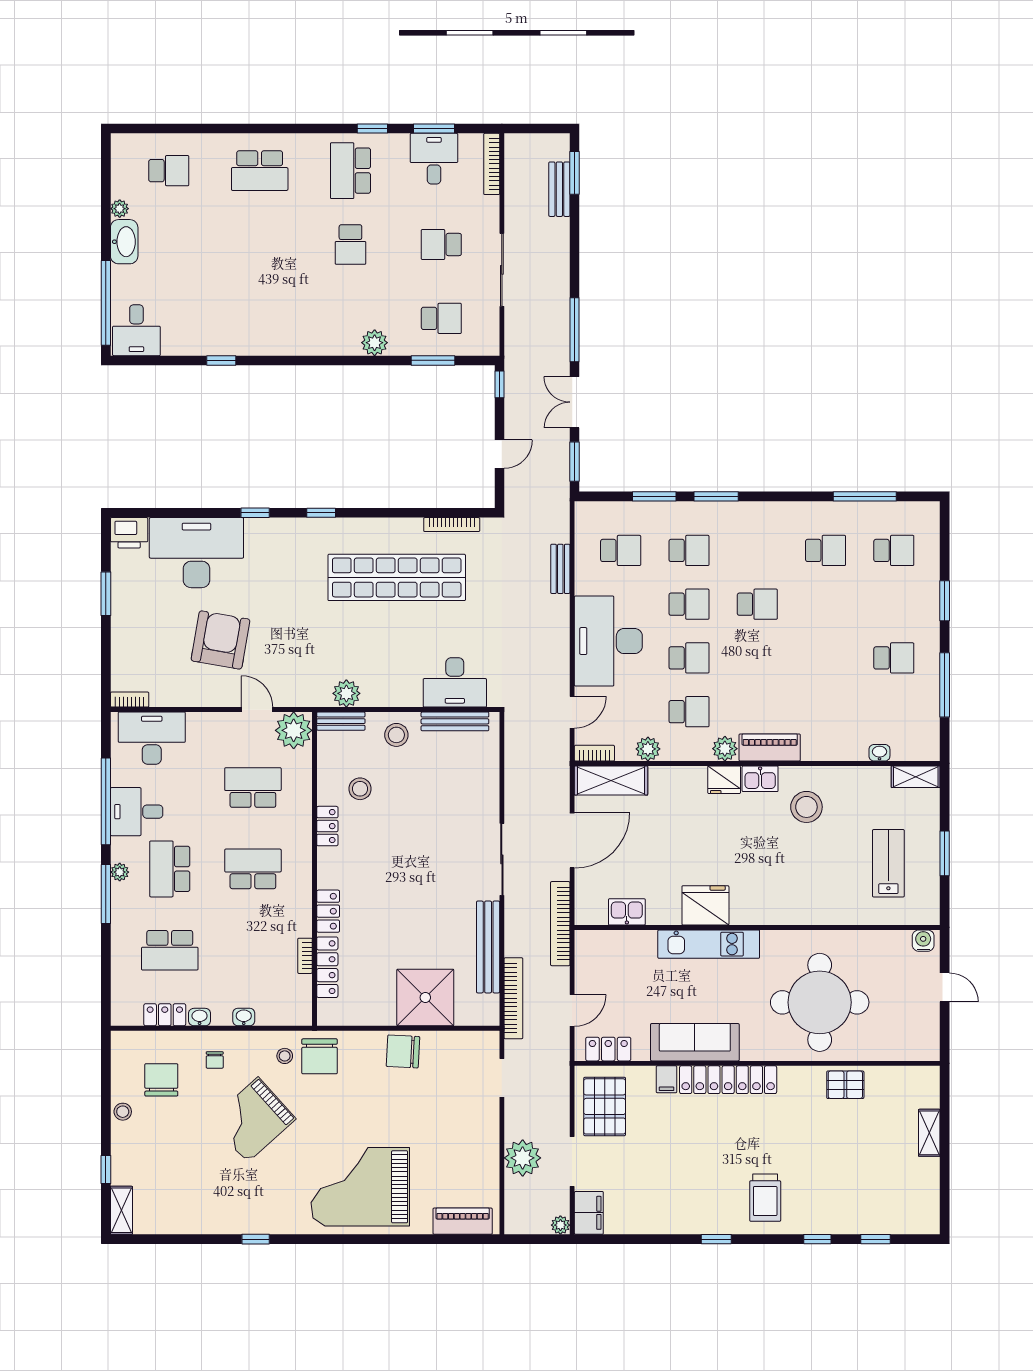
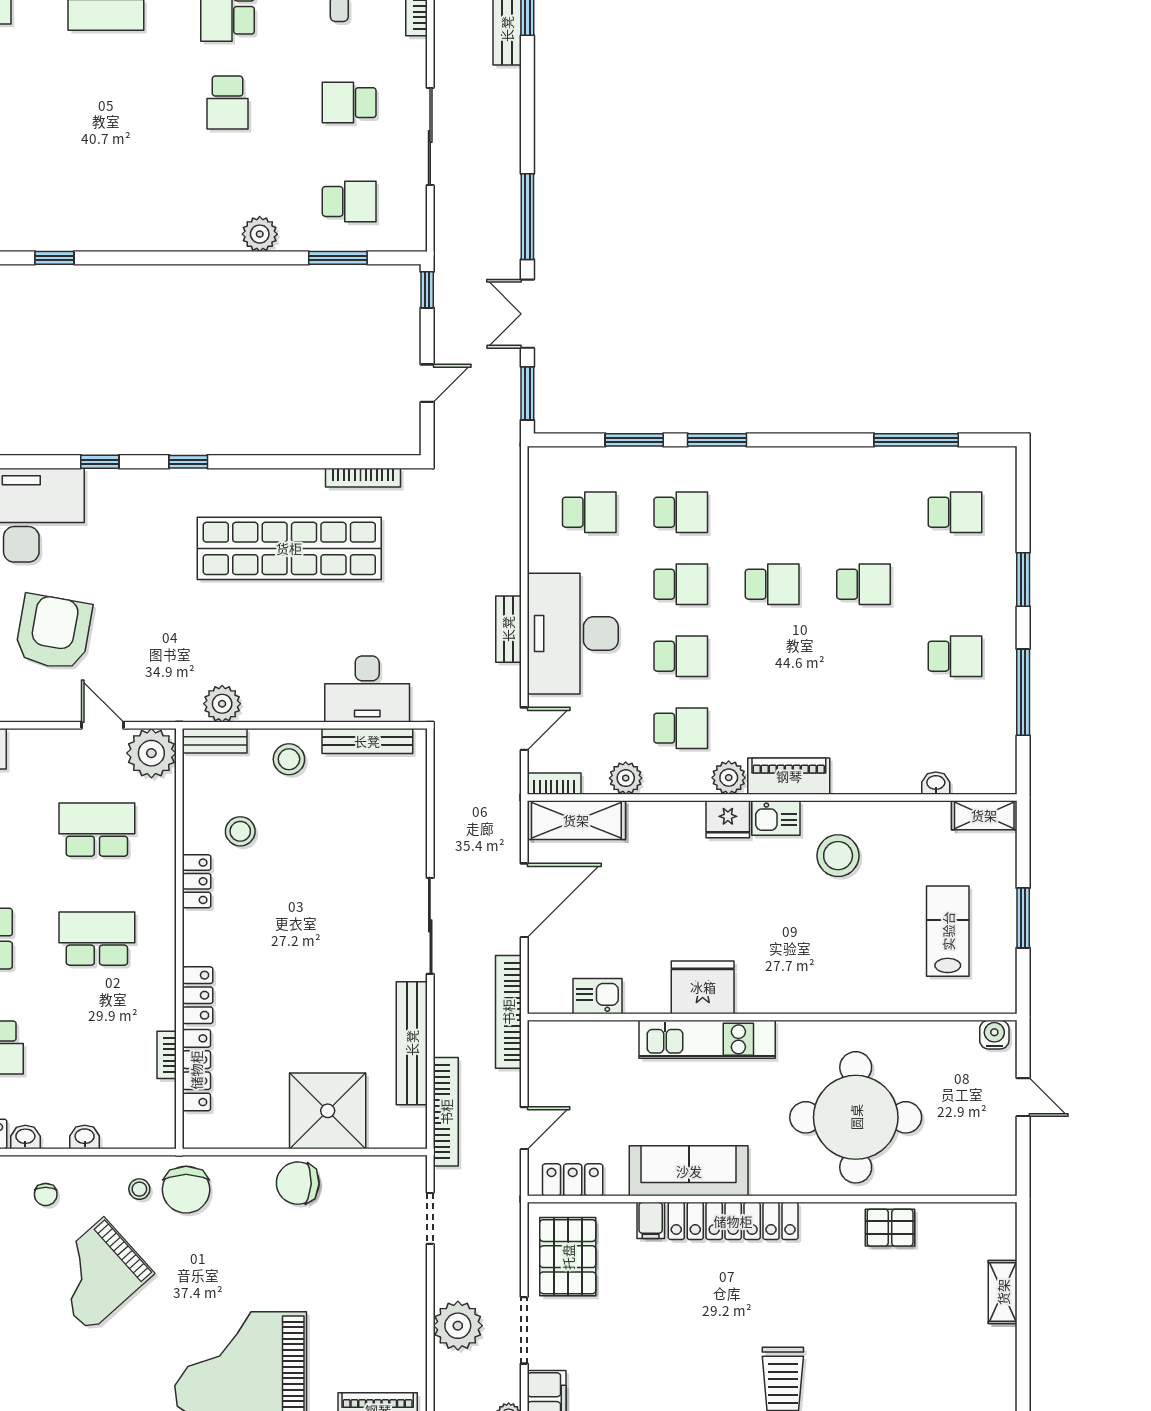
school desk: (826, 550) -> (864, 584), moved
bench: (560, 569) -> (508, 629), moved

